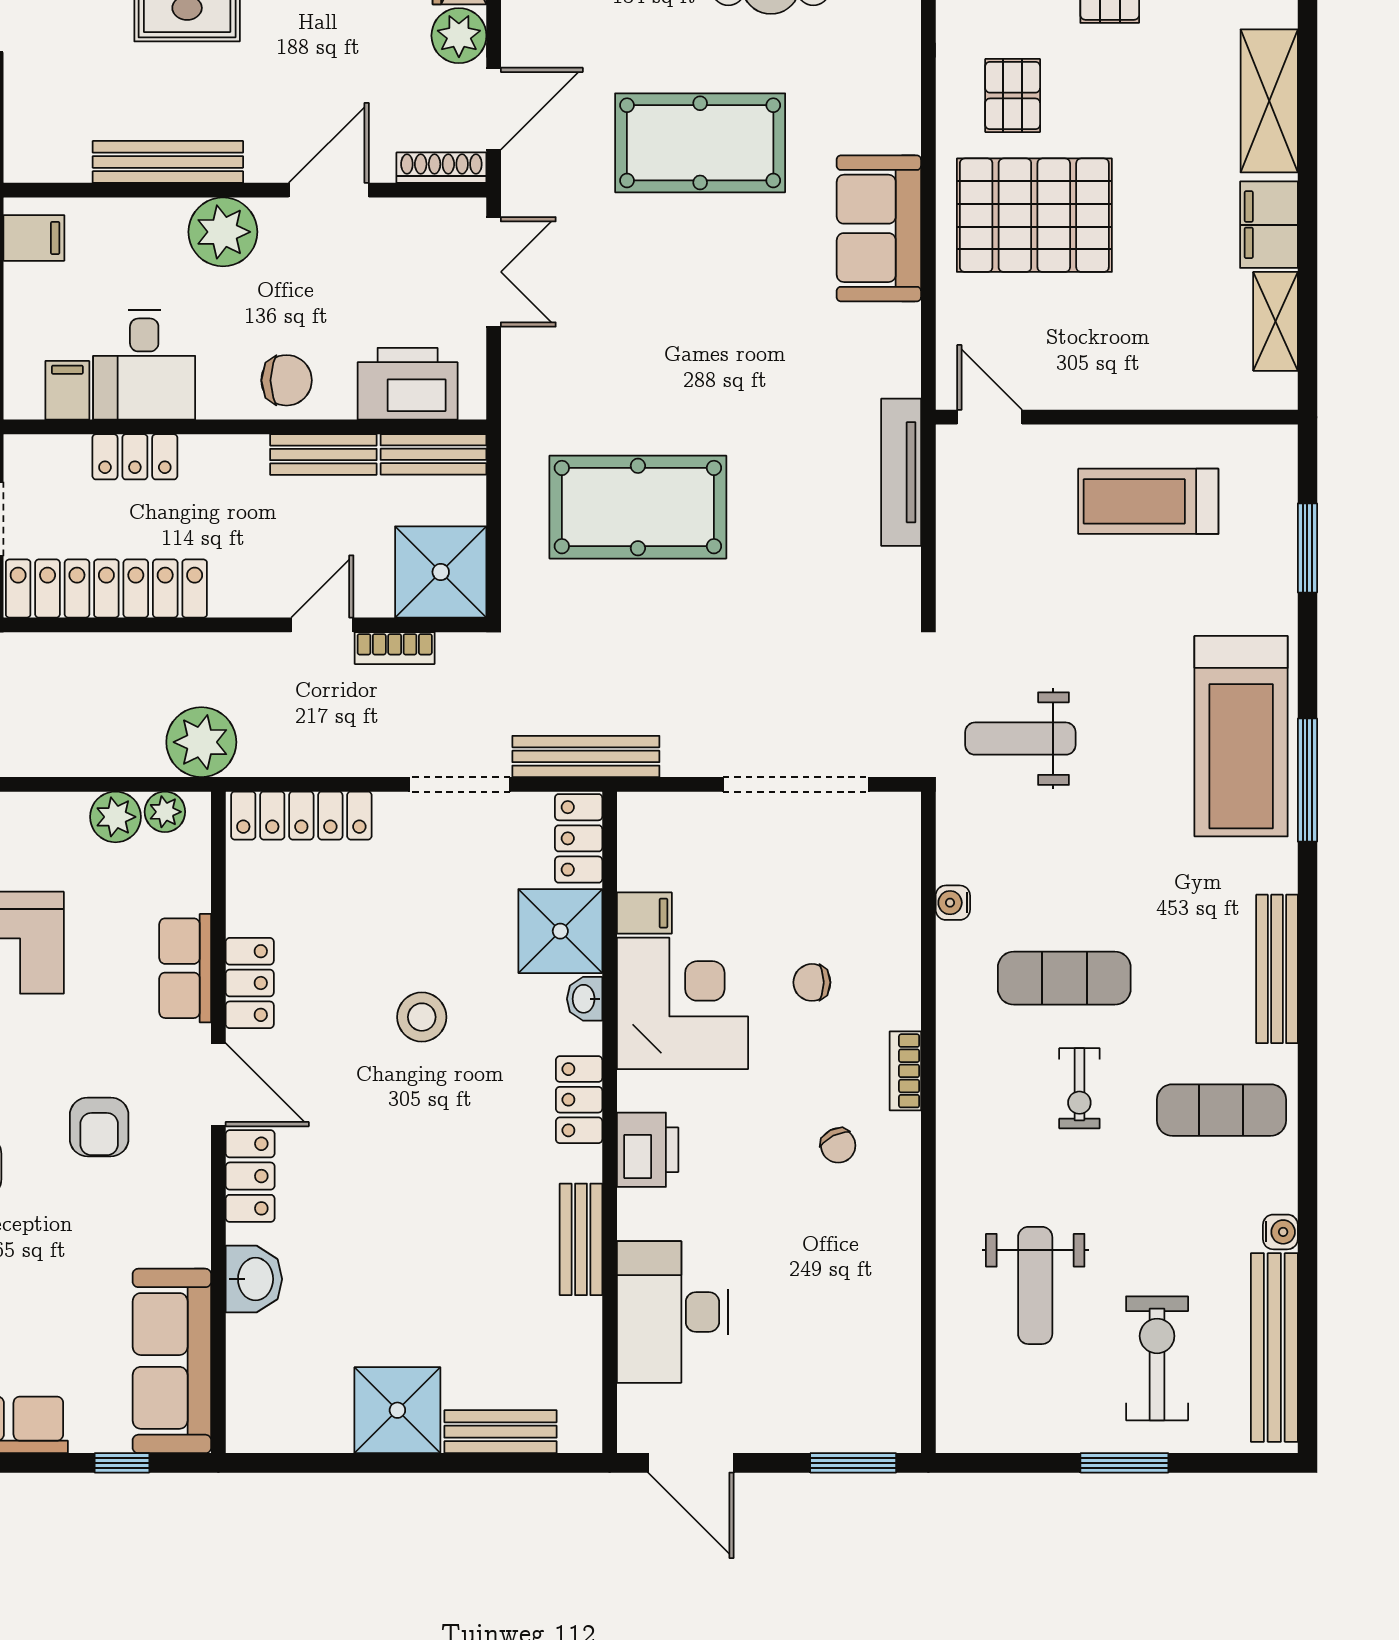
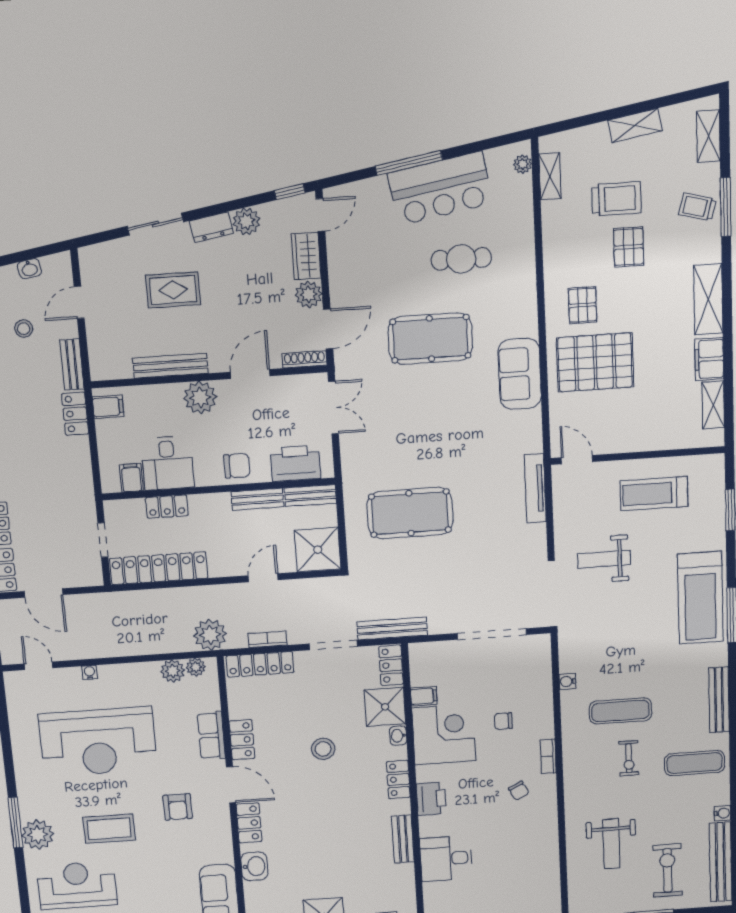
bookcase: (395, 648) -> (268, 639), moved, turned 180
weight bench: (1020, 739) -> (604, 559), moved
desk: (672, 1312) -> (446, 859), width x0.73

